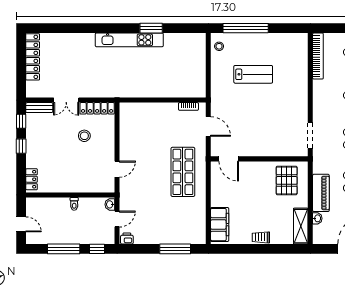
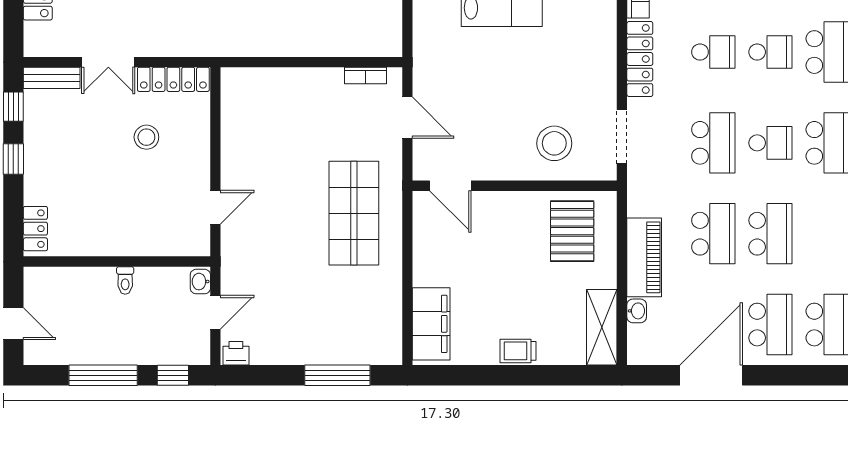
locker: (319, 99) -> (640, 59), added
stool: (278, 139) -> (554, 143), added

